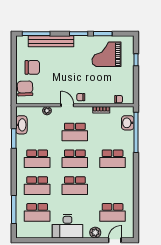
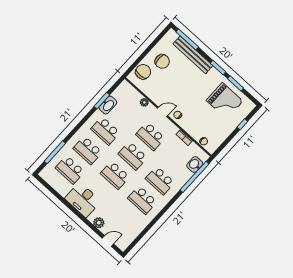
grand piano: (106, 54) -> (225, 101), turned 180
door: (67, 105) -> (163, 112), hinge flipped
washbasin: (21, 125) -> (108, 105), moved
school desk: (113, 212) -> (142, 200), moved

